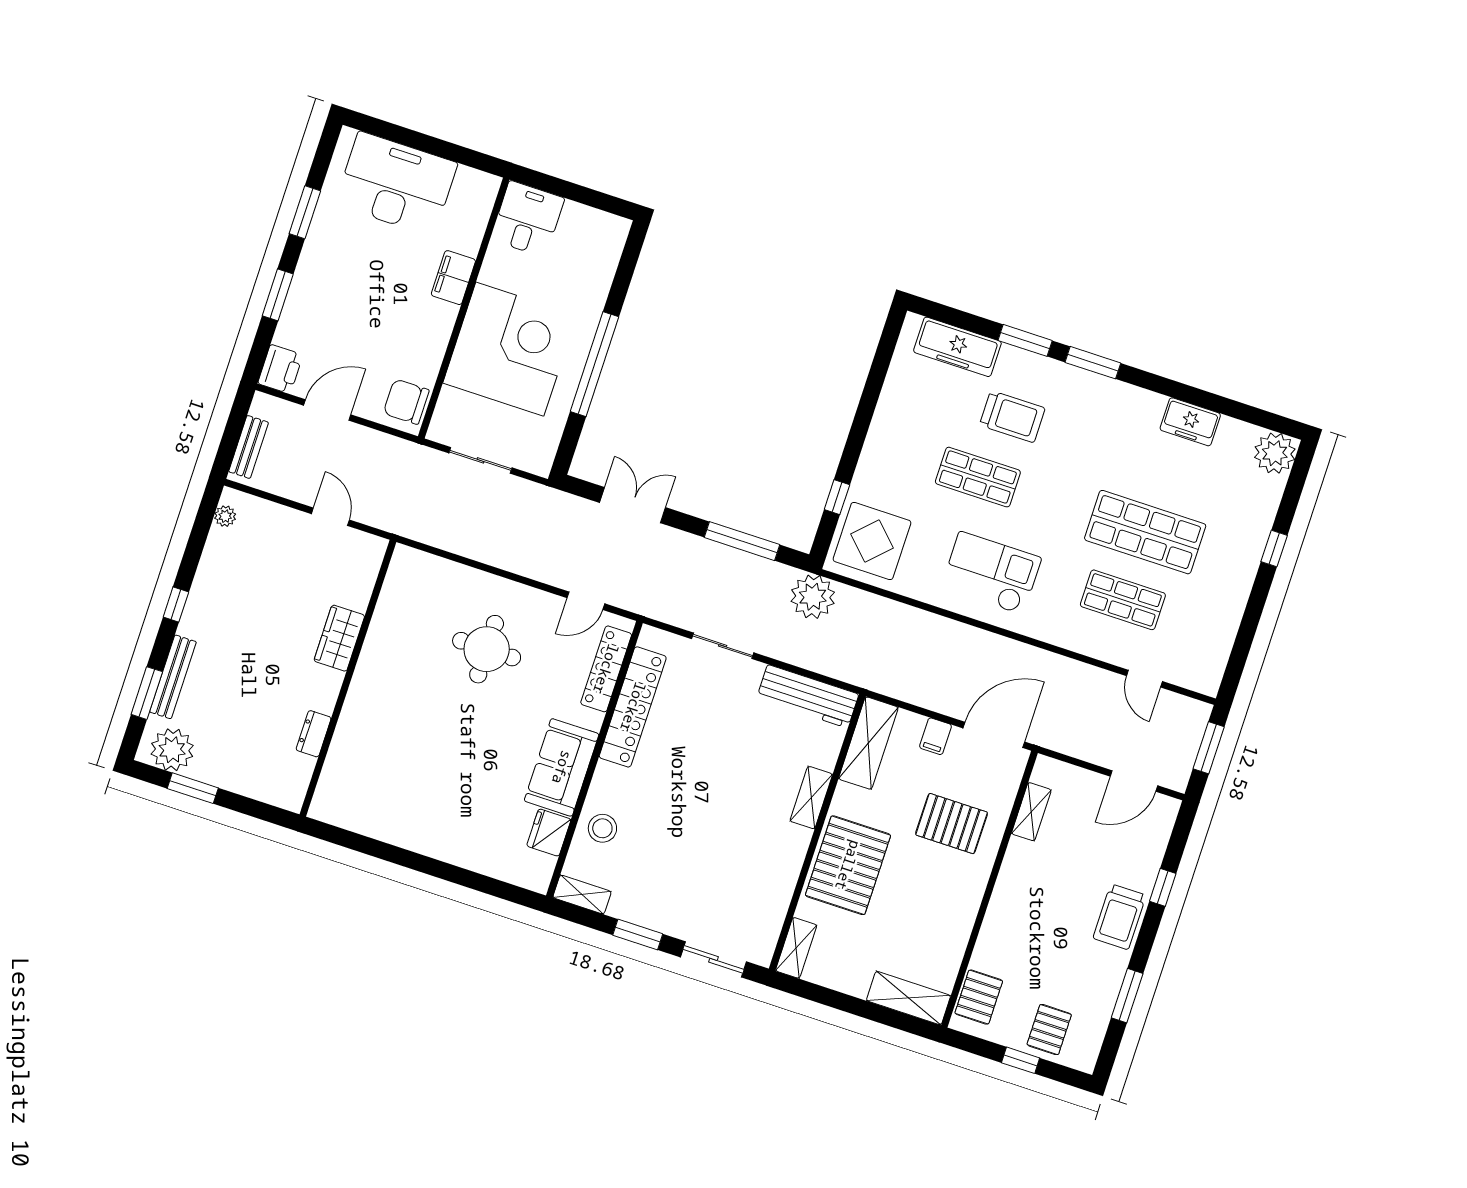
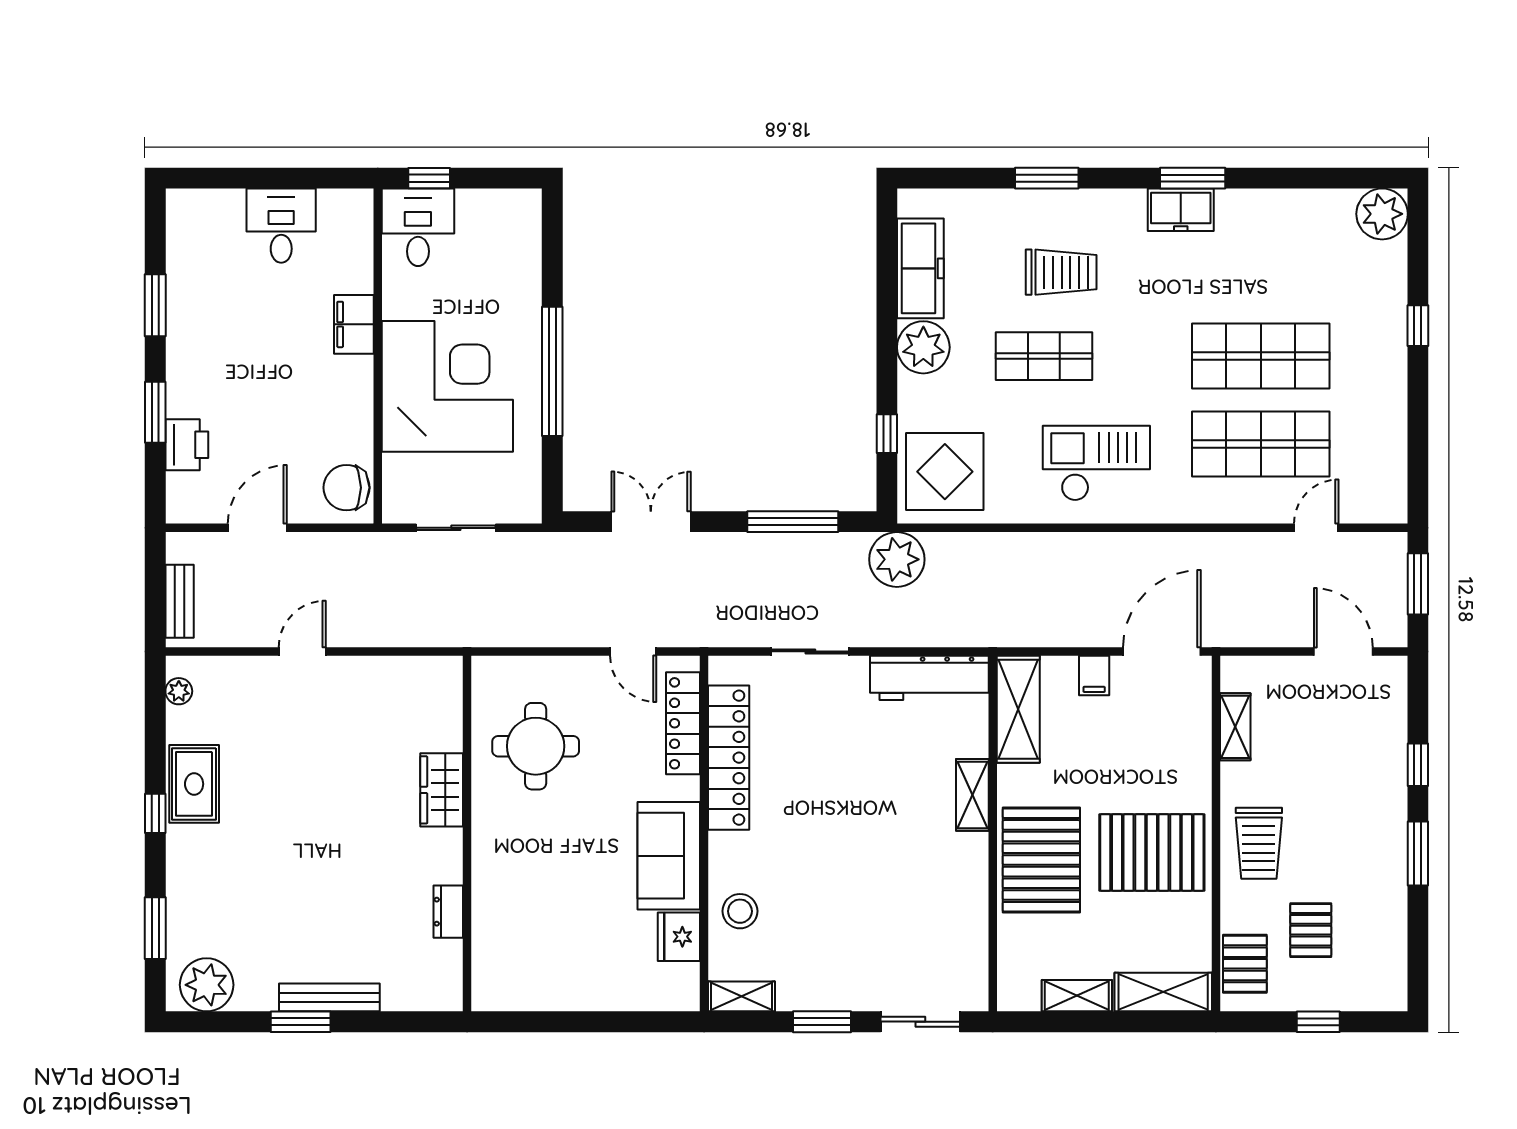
desk: (396, 184) -> (281, 226), width x0.53, depth x0.77
window: (549, 184) -> (429, 178), added
freezer: (957, 347) -> (920, 268), moved, turned -90
window: (1093, 363) -> (1193, 178), moved
printer: (280, 369) -> (187, 445), moved
freezer: (1190, 422) -> (1181, 210), moved
plant: (887, 440) -> (923, 347), added
door: (330, 517) -> (302, 651), hinge flipped
rug: (213, 592) -> (194, 784), added
shop shelf: (1123, 600) -> (1261, 444), width x1.43, depth x1.36
door: (586, 601) -> (633, 651), hinge flipped
wardrobe: (339, 638) -> (442, 790), moved
bench: (173, 677) -> (329, 997), moved, turned 90
wall: (348, 678) -> (467, 834), moved
door: (1144, 679) -> (1316, 528), swing flipped
dresser: (314, 734) -> (448, 912), moved
door: (1134, 781) -> (1343, 651), swing flipped
window: (193, 788) -> (301, 1022), moved
pallet: (952, 824) -> (1152, 852), moved, width x1.37, depth x1.41
trolley: (1120, 917) -> (1259, 843), moved
shelving: (796, 948) -> (1077, 996), moved, turned 90
window: (1127, 996) -> (1418, 853), moved
pallet: (1049, 1030) -> (1311, 930), moved

